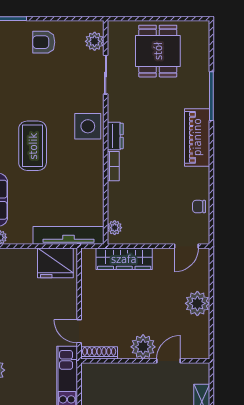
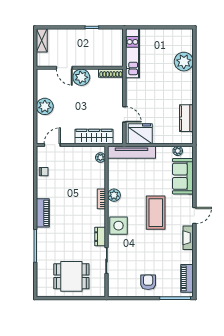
plant: (95, 41) -> (114, 195), moved
armchair: (44, 42) -> (148, 282), turned -90
dining table: (158, 51) -> (71, 276), turned 90
dresser: (115, 136) -> (100, 237), moved
piano: (197, 137) -> (43, 213), width x0.73, depth x0.75
door: (79, 331) -> (124, 114), moved
door: (168, 361) -> (64, 68), hinge flipped

